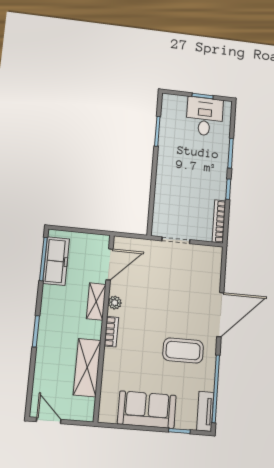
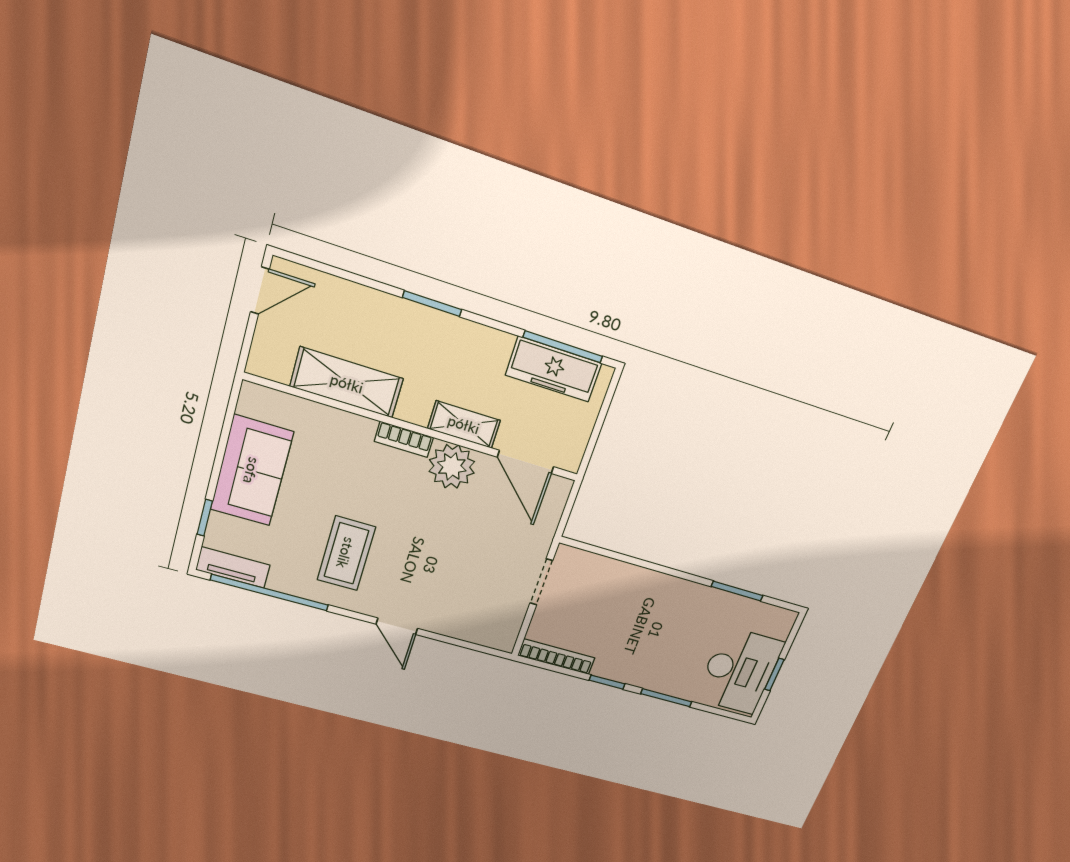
desk: (205, 117) -> (739, 671), width x1.37
plant: (115, 303) -> (452, 466), width x1.88, depth x1.88
door: (220, 315) -> (397, 626), width x0.53

